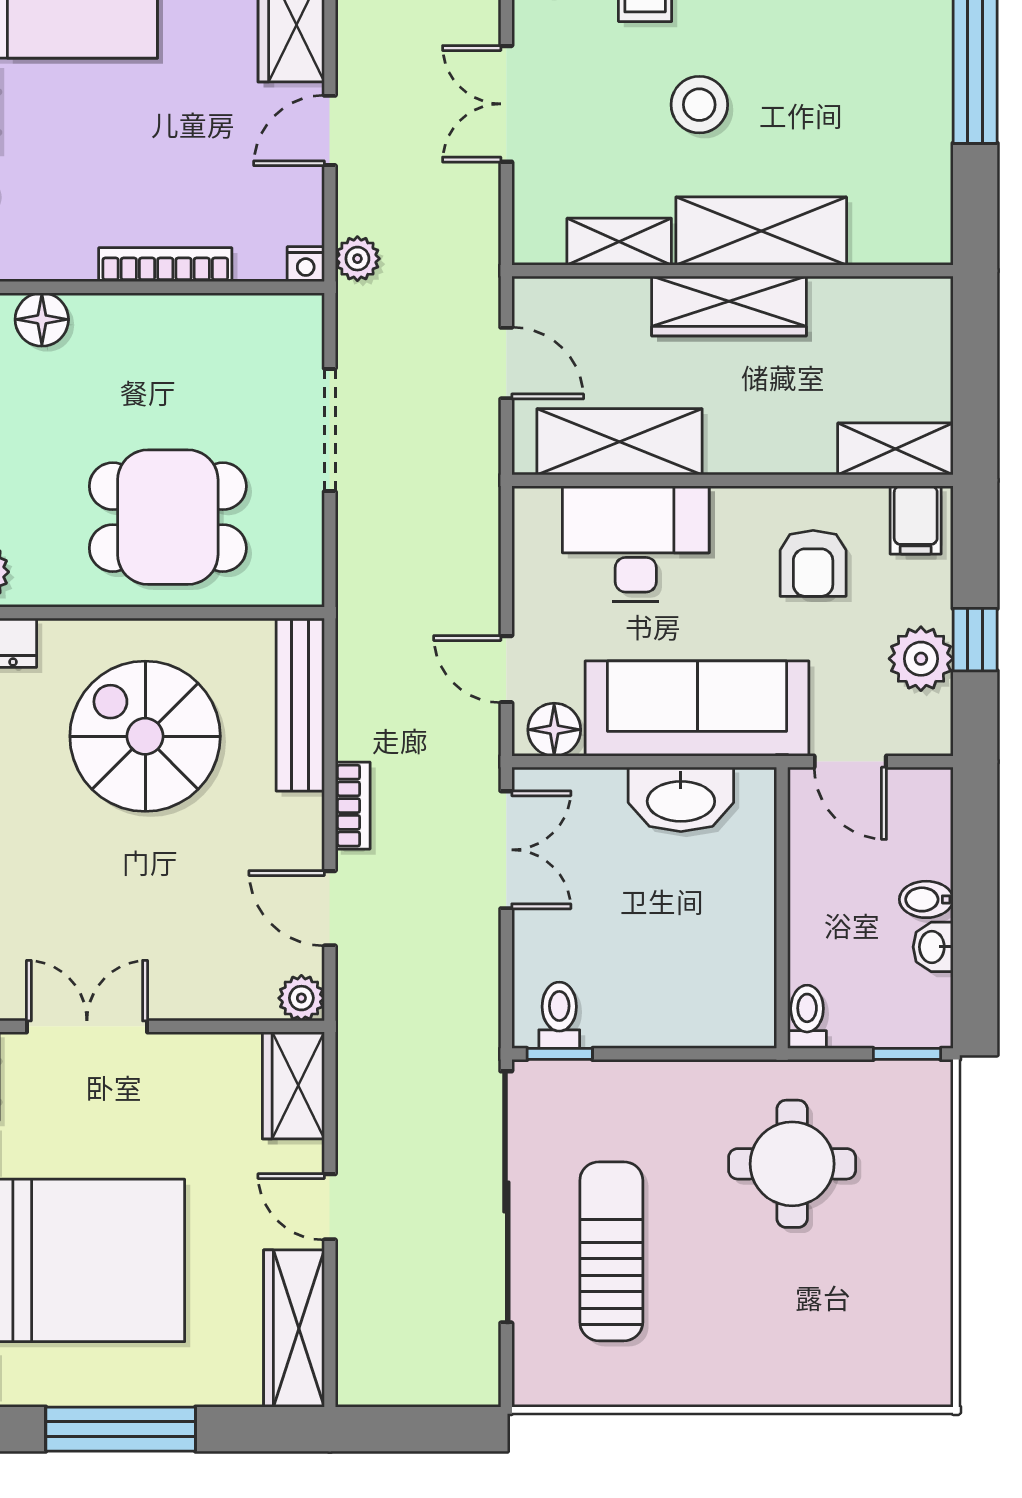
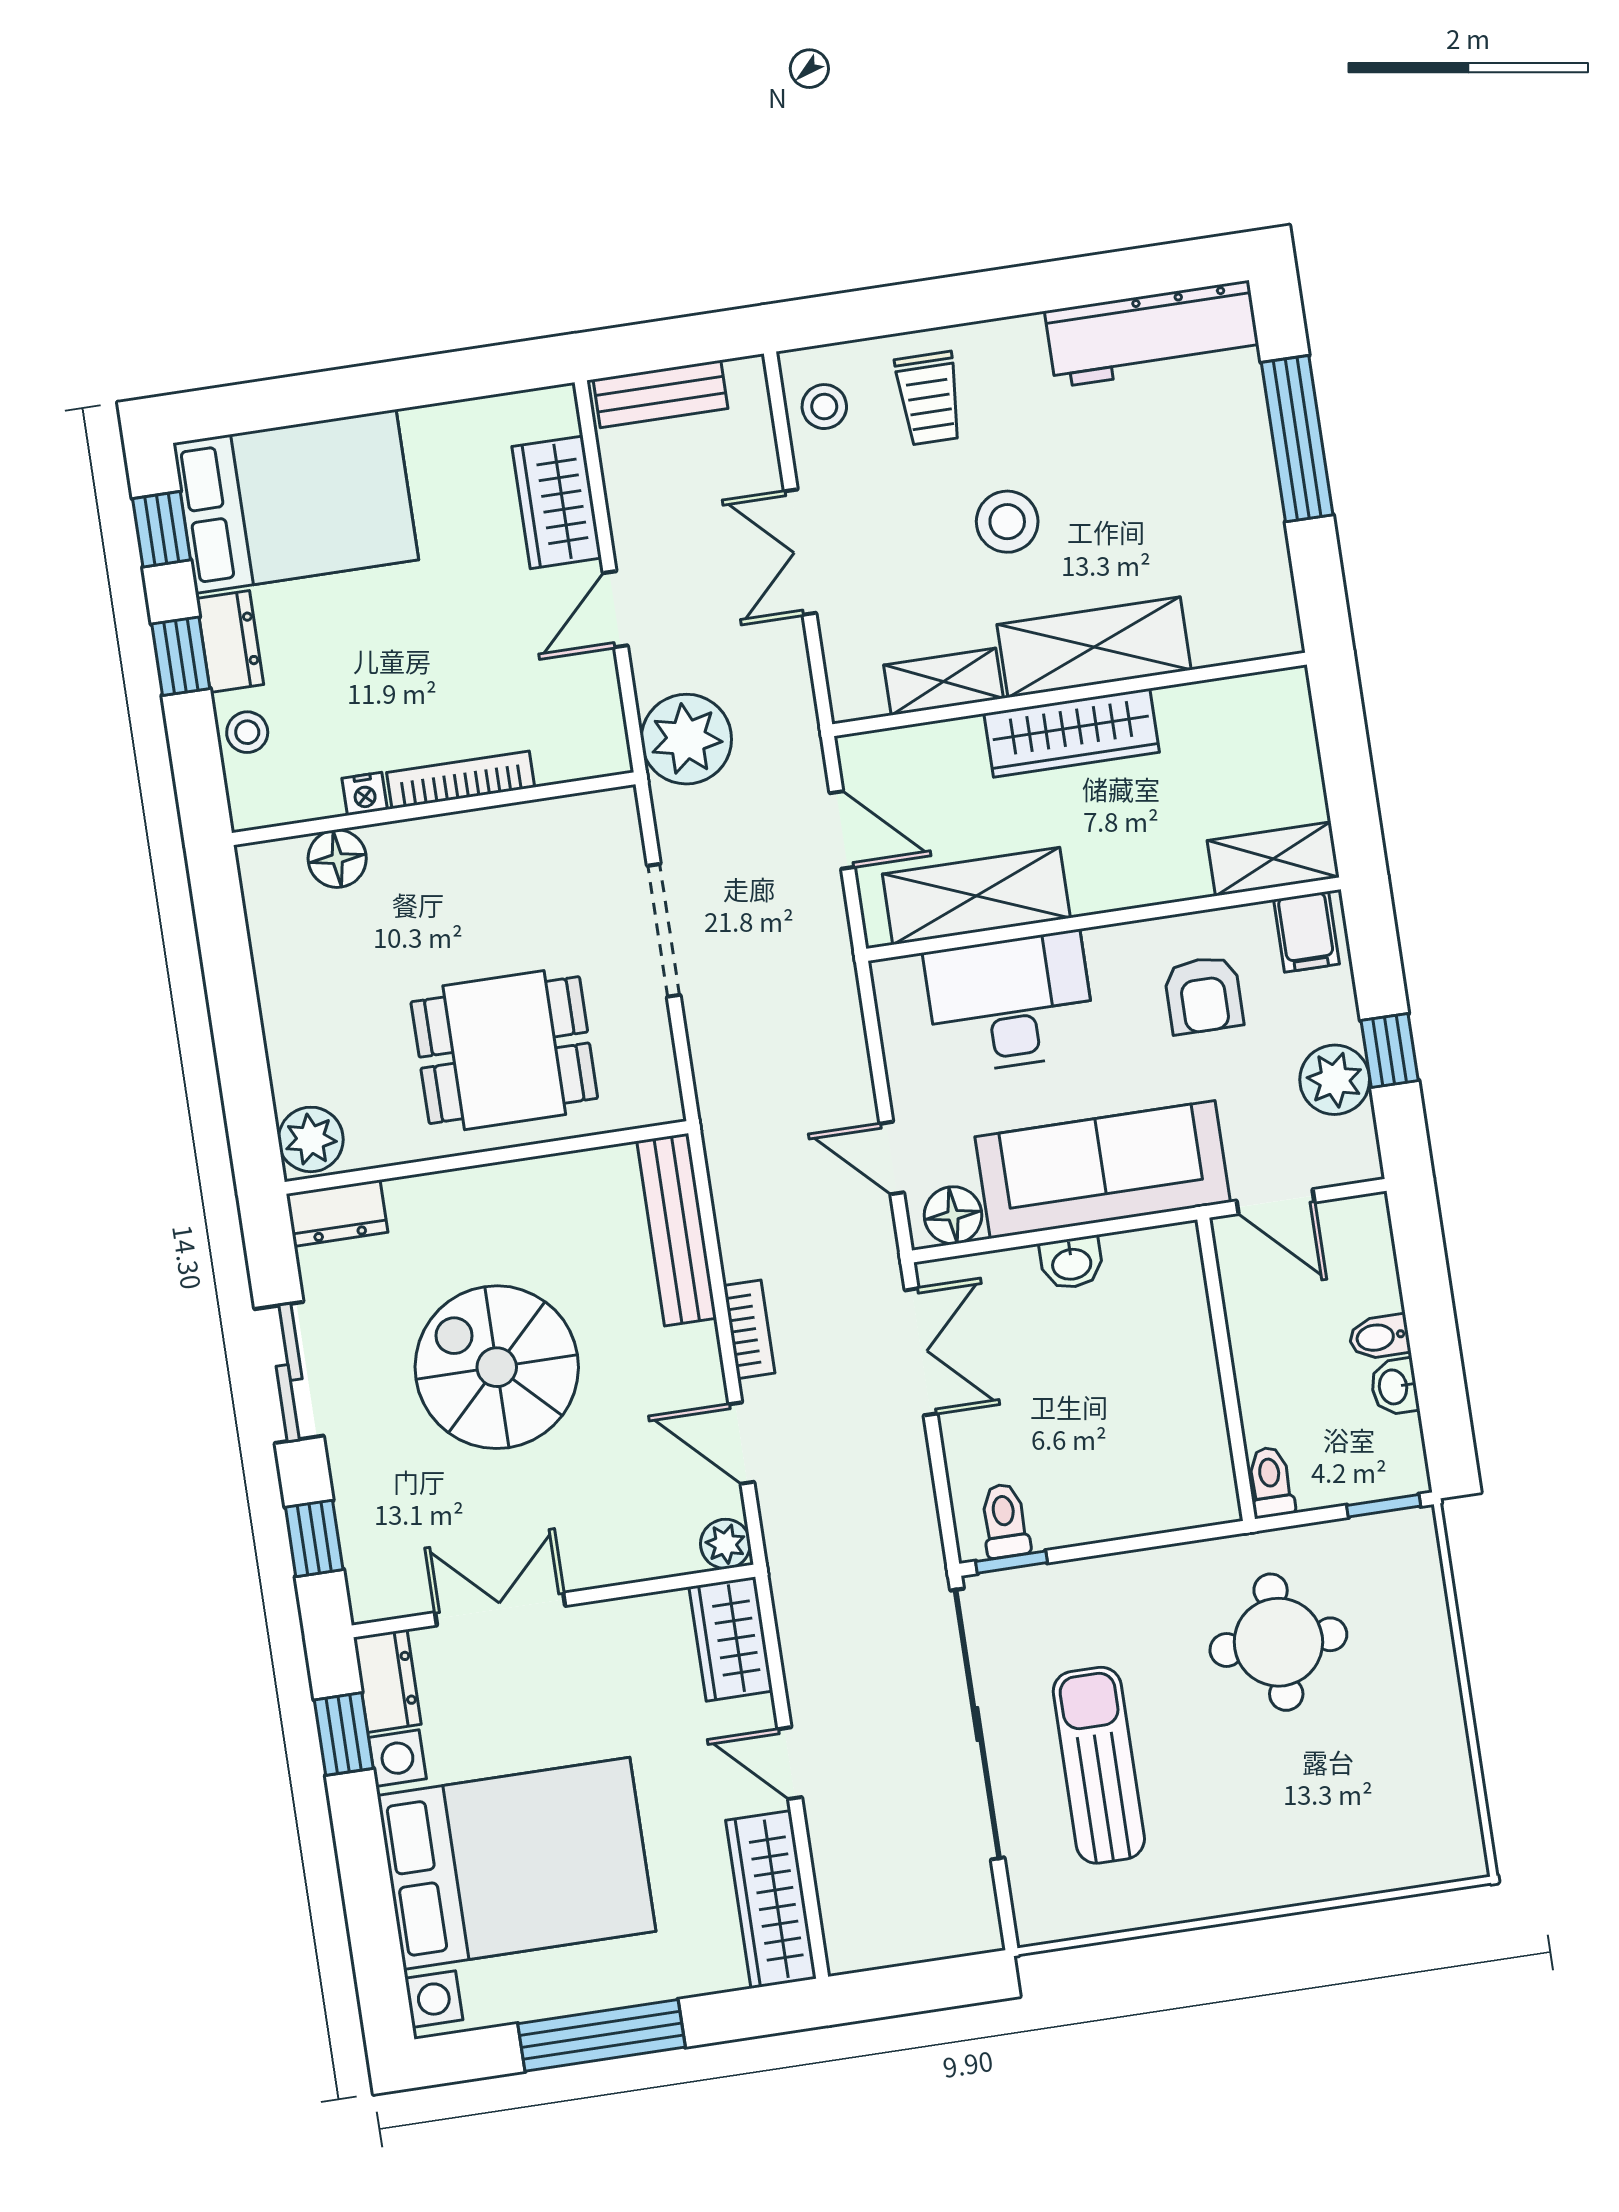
plant: (357, 259) -> (686, 739), width x1.87, depth x1.87
nightstand: (306, 264) -> (365, 794), moved
spiral stairs: (145, 736) -> (497, 1367), moved
washbasin: (681, 799) -> (1072, 1263), width x0.52, depth x0.69

